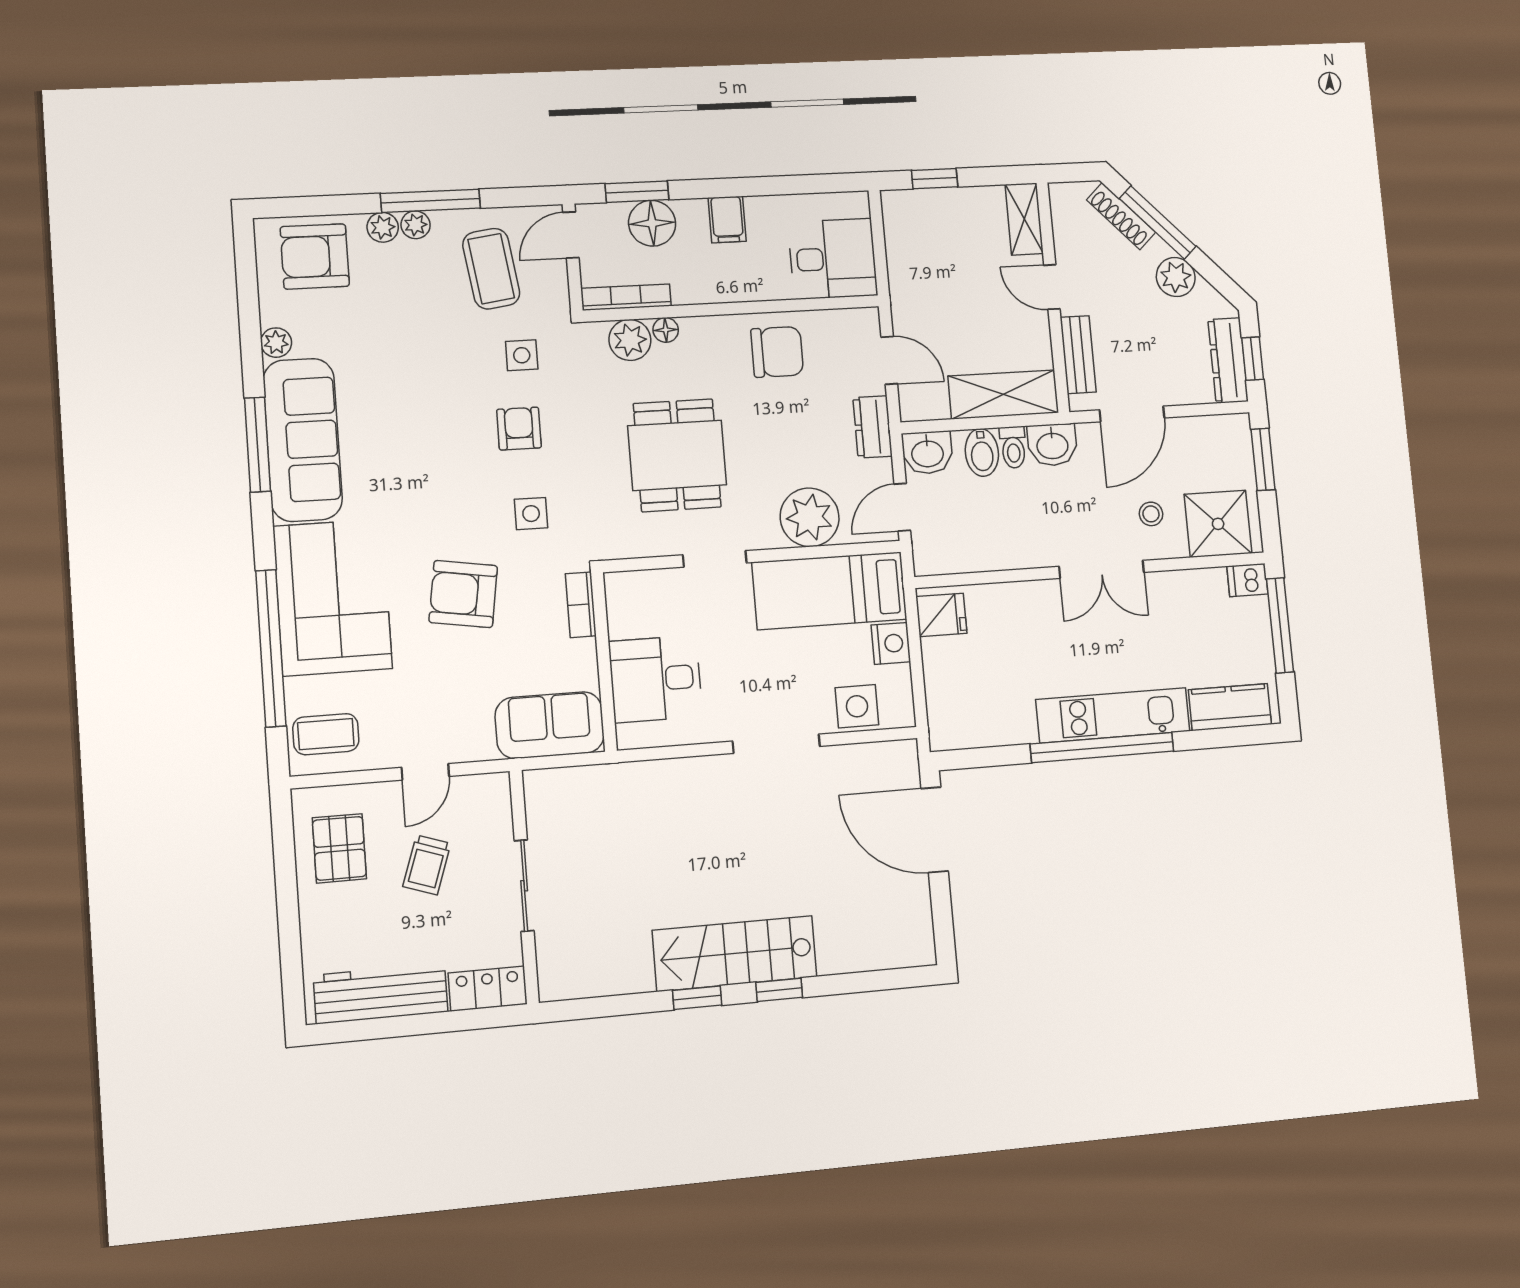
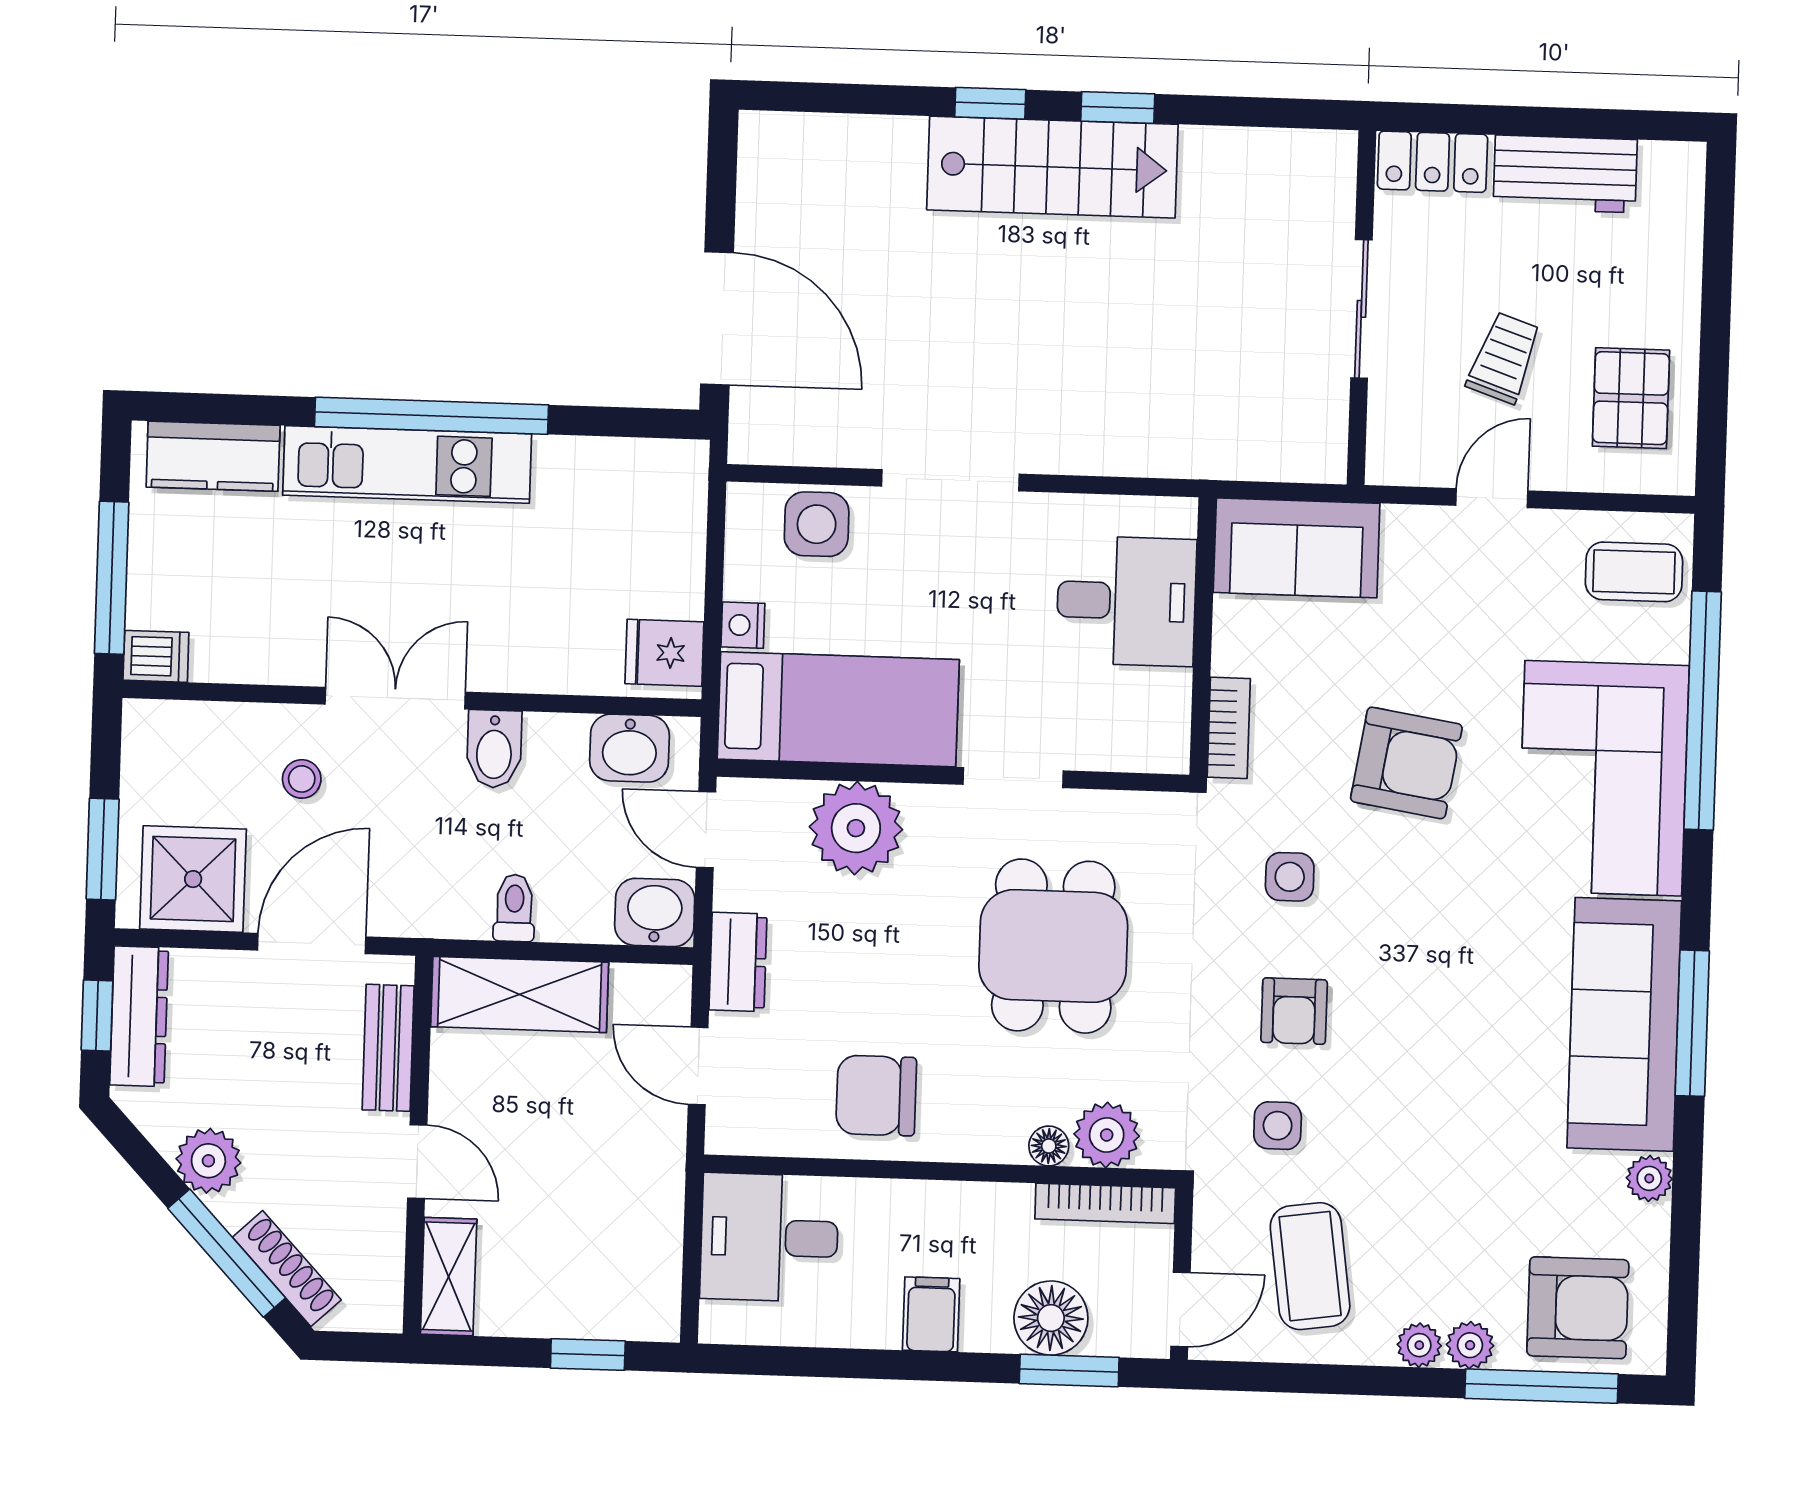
window: (430, 201) -> (1542, 1386), moved
washbasin: (1052, 445) -> (629, 748), moved, turned 180
bidet: (982, 452) -> (494, 749), moved, turned 180
door: (902, 507) -> (706, 830), swing flipped
shower: (1218, 524) -> (193, 879), moved
nightstand: (891, 643) -> (743, 625), width x0.72, depth x0.74
workbench: (381, 993) -> (1565, 174), width x0.73

